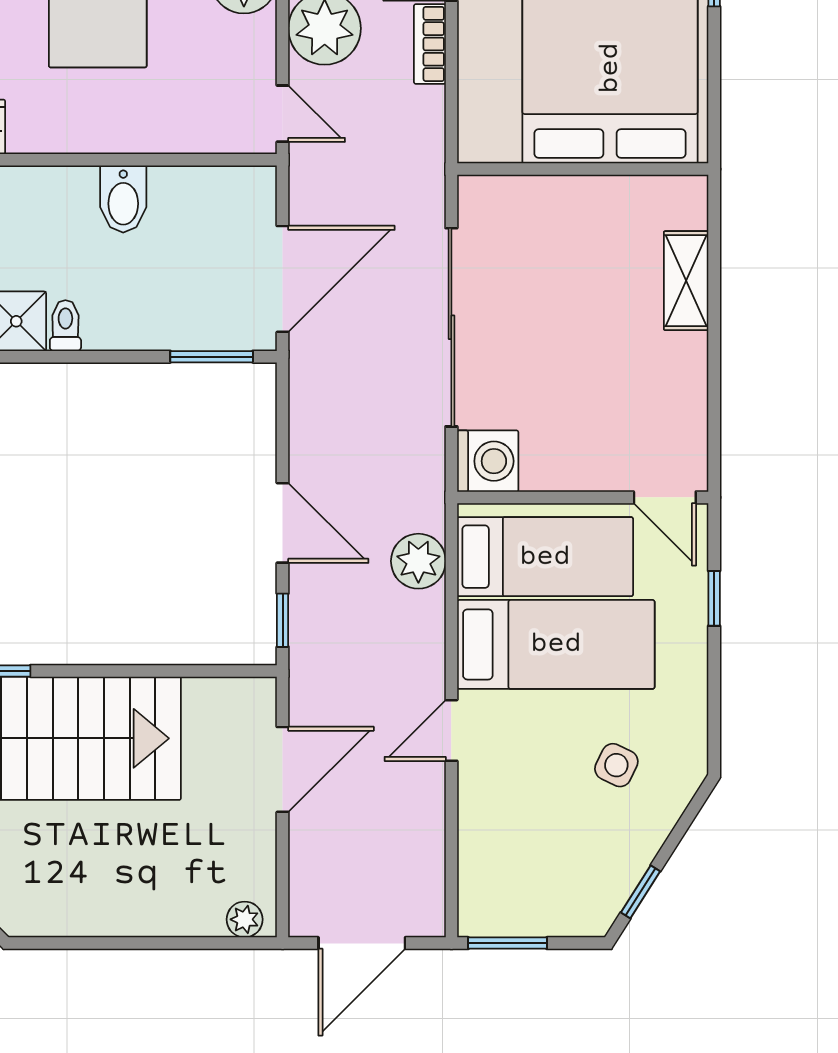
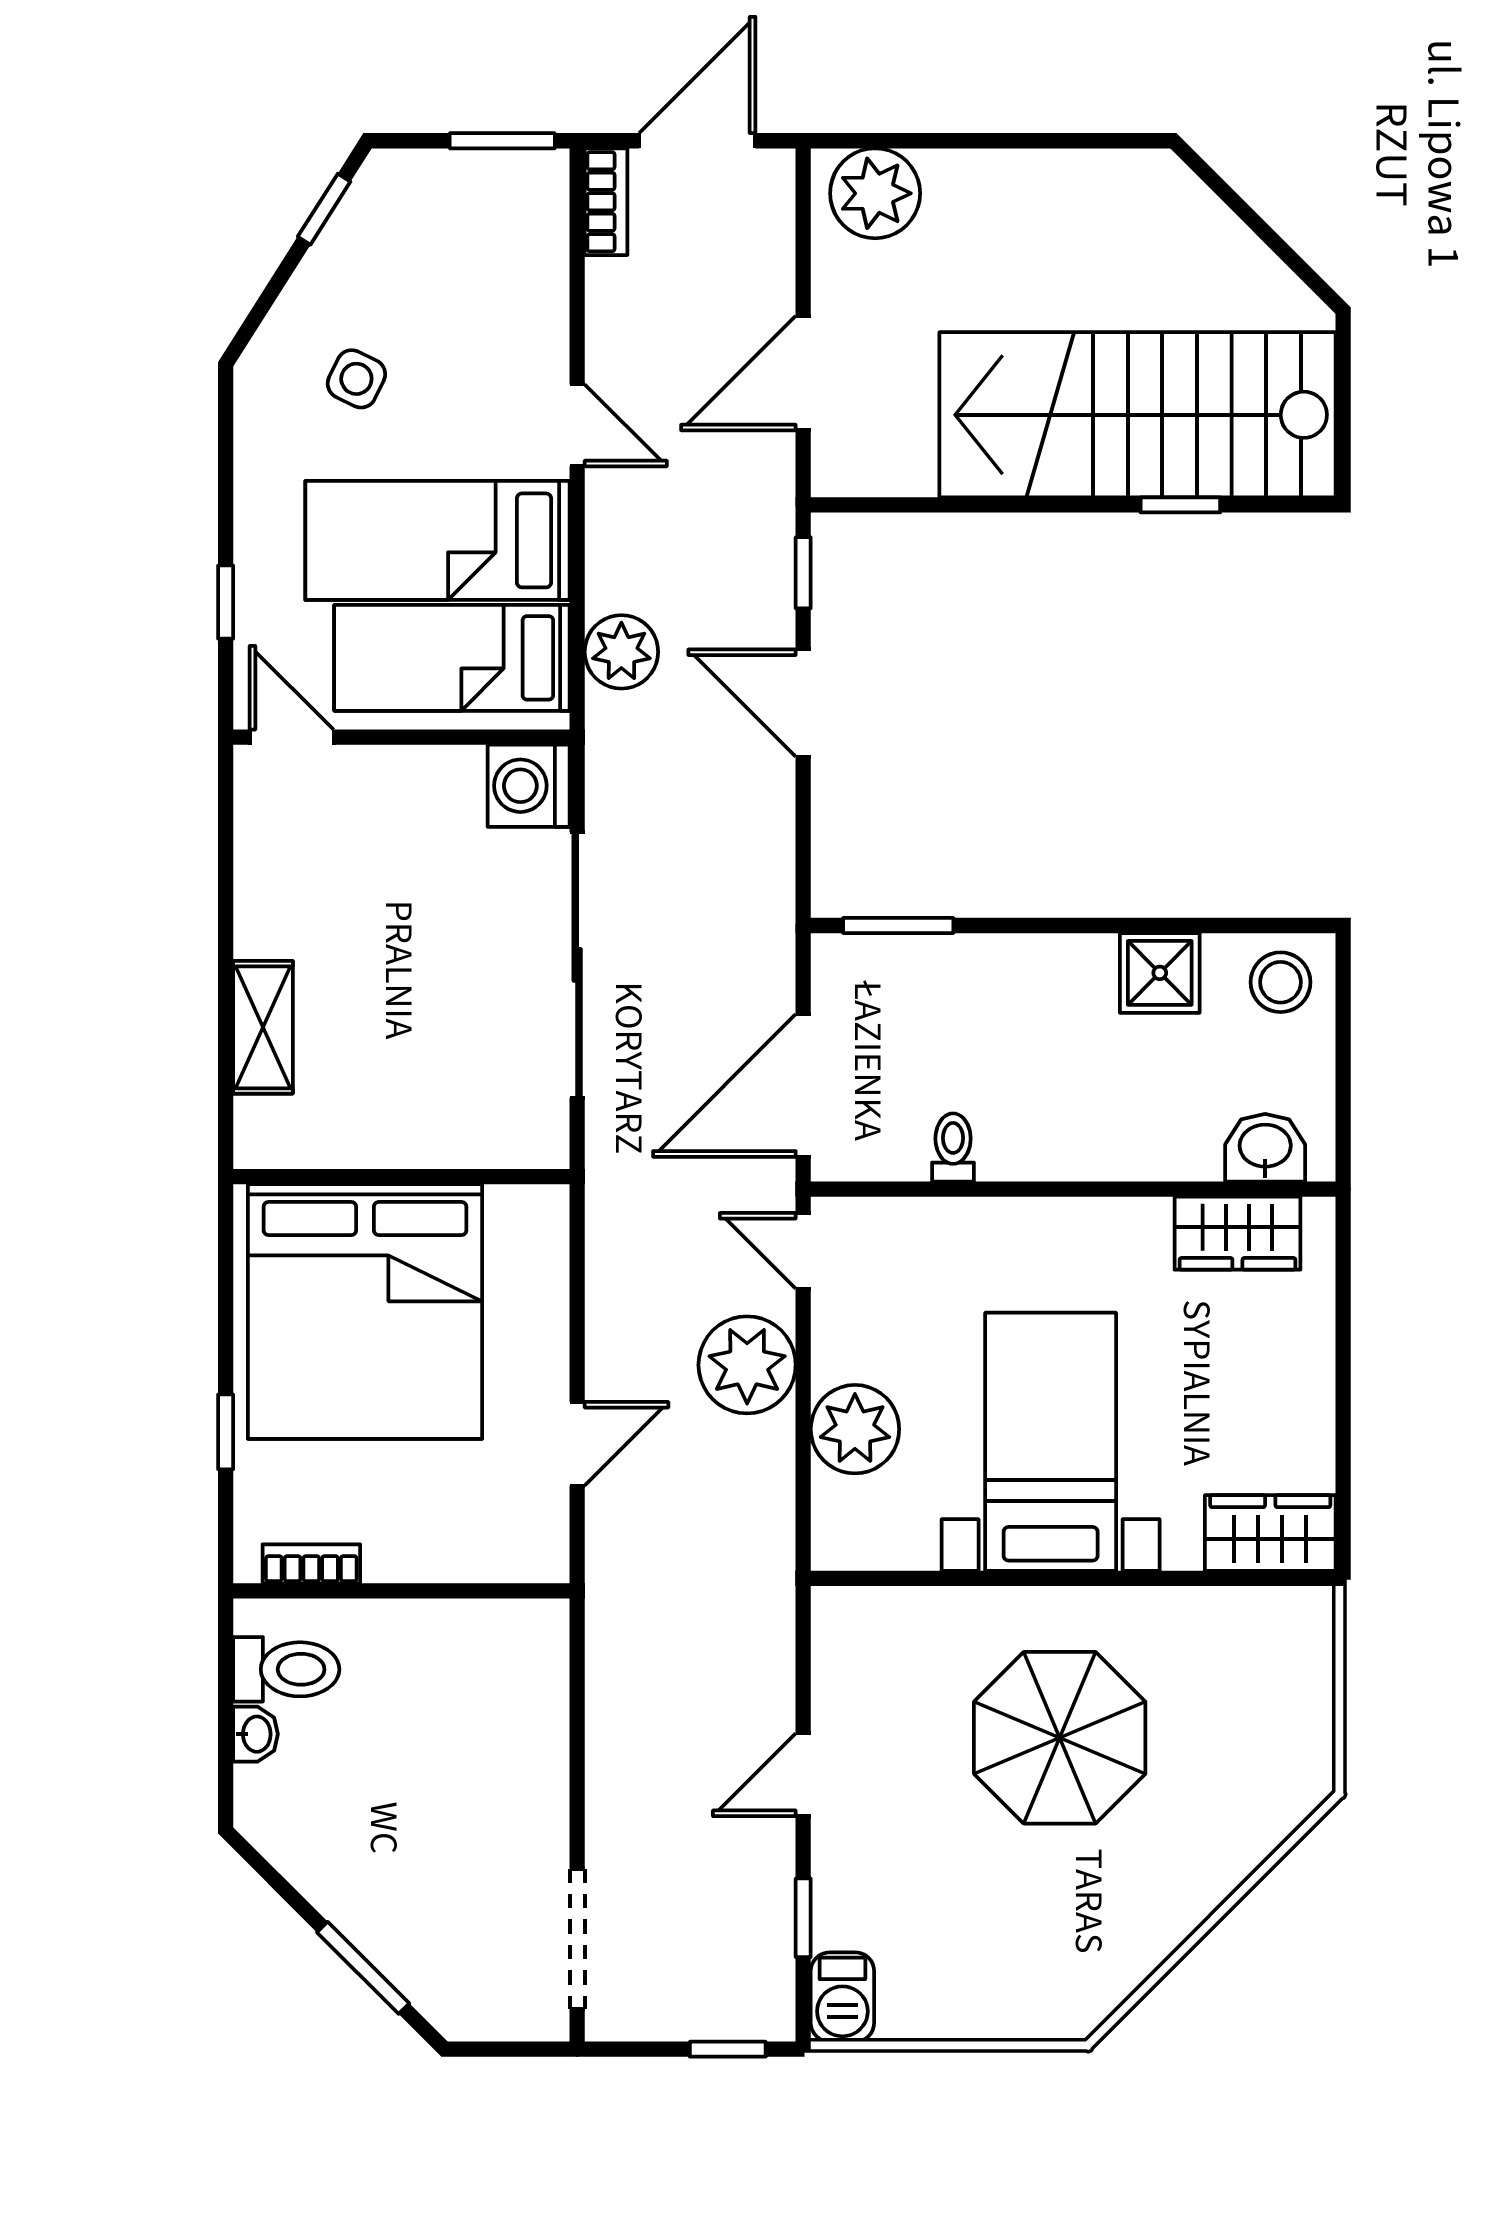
bookcase: (430, 44) -> (606, 202), moved
bidet: (123, 199) -> (1016, 1137), removed
door: (283, 279) -> (803, 1085), moved
toilet: (65, 326) -> (953, 1148), moved, turned 180
door: (451, 730) -> (577, 425), hinge flipped
plant: (245, 919) -> (875, 193), width x1.88, depth x1.88

